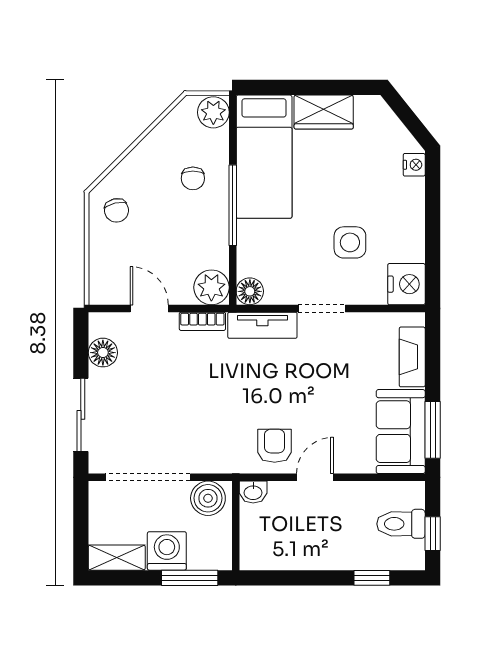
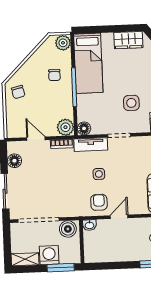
wardrobe: (324, 112) -> (128, 40), moved
side table: (277, 387) -> (99, 174), added

